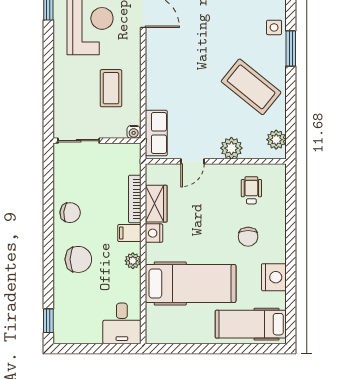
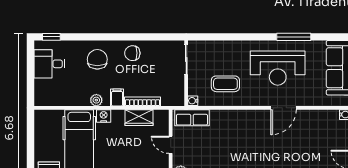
chair: (70, 213) -> (132, 53), turned 85
nightstand: (154, 233) -> (104, 116), moved
chair: (78, 259) -> (97, 59), turned 180
desk: (122, 323) -> (49, 64), moved

